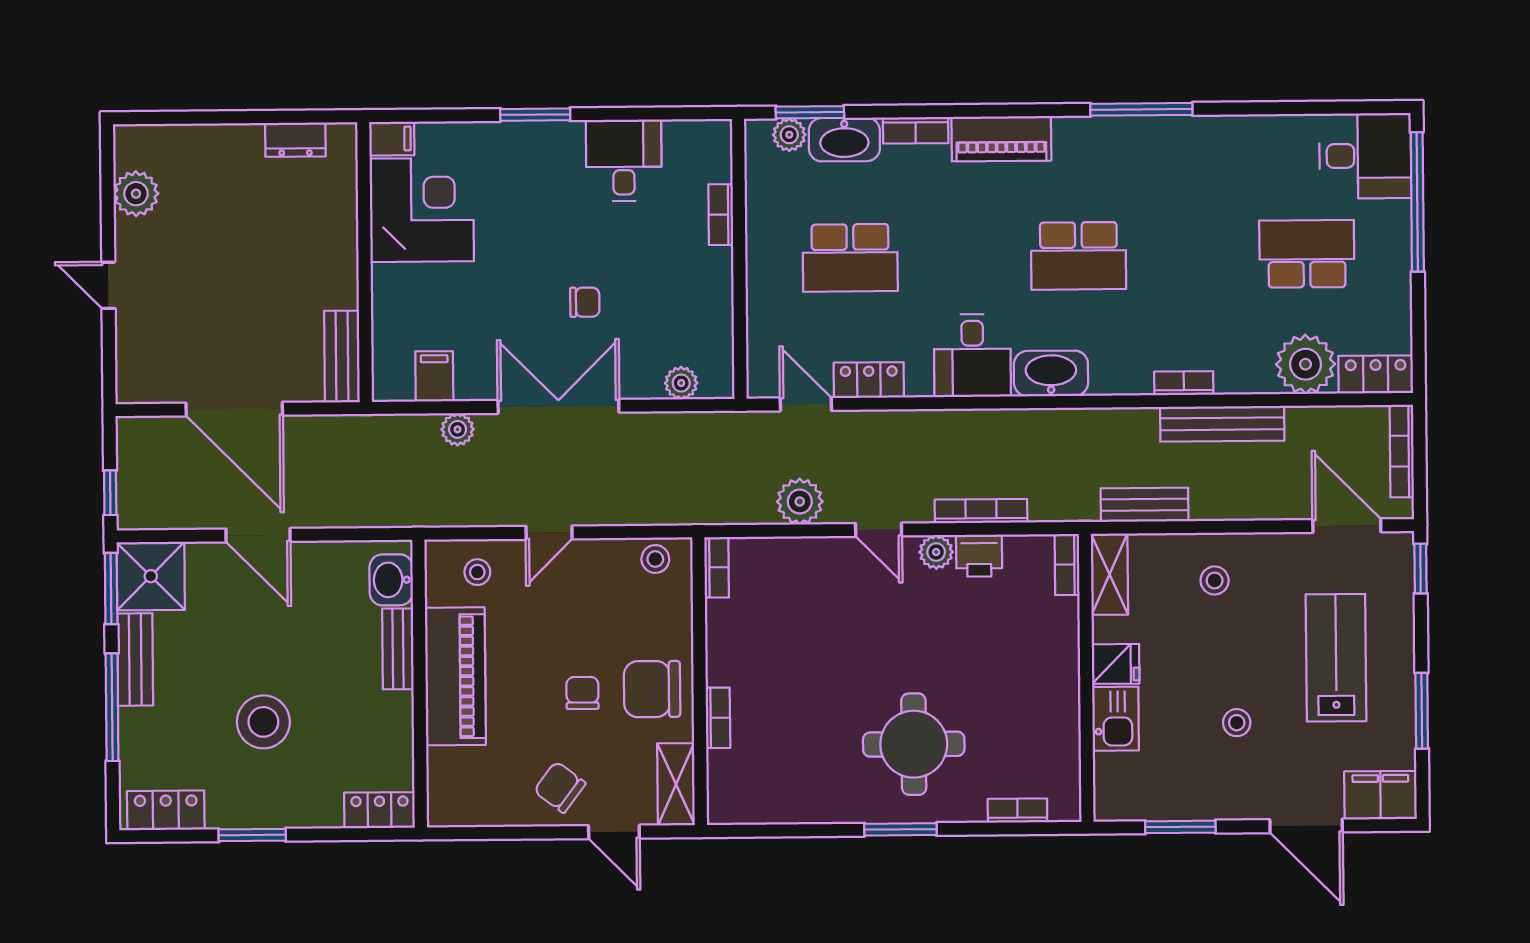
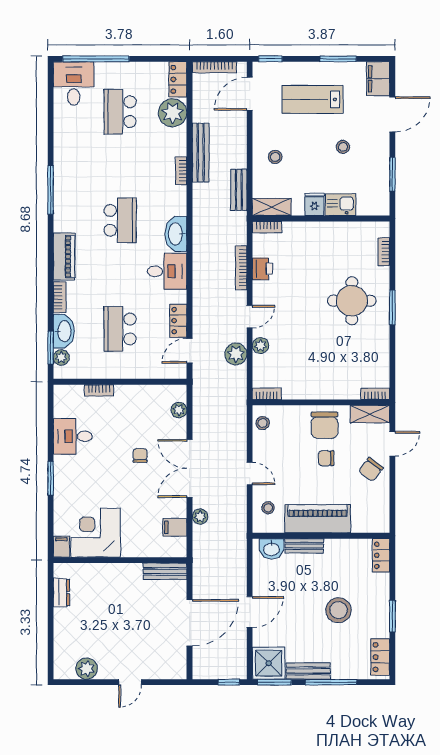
school desk: (850, 258) -> (120, 329), turned 180
plant: (936, 552) -> (260, 345), moved
bookcase: (718, 718) -> (375, 394), moved

